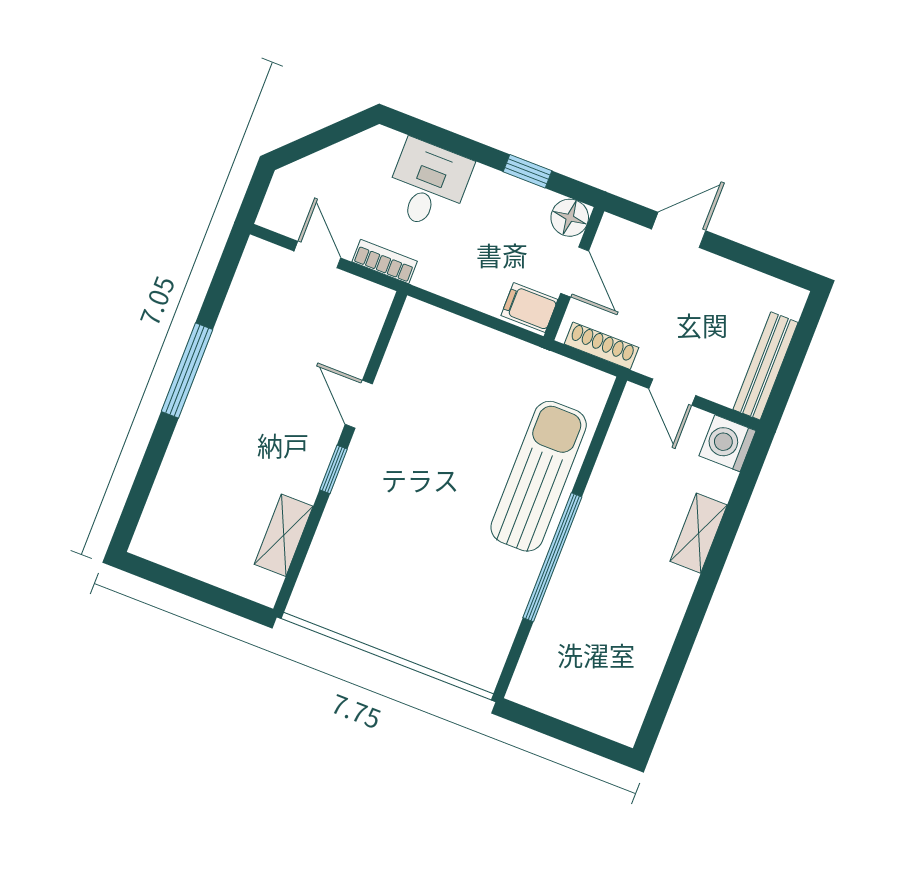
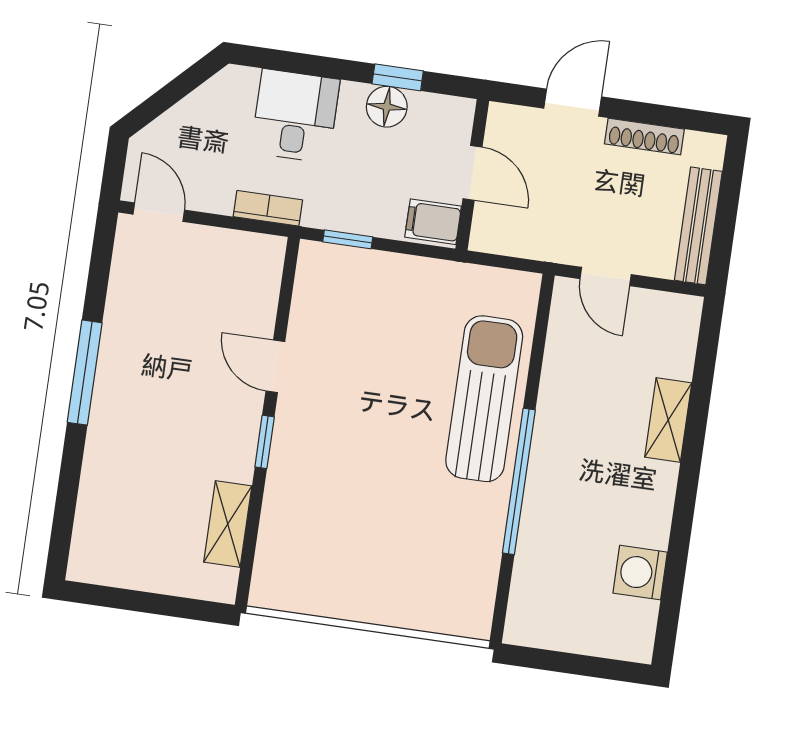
floor lamp: (570, 218) -> (387, 107), moved
door: (317, 254) -> (159, 212), moved
window: (449, 306) -> (348, 239), added
shoe rack: (602, 346) -> (644, 136), moved, turned 180
washing machine: (727, 443) -> (640, 573), moved

